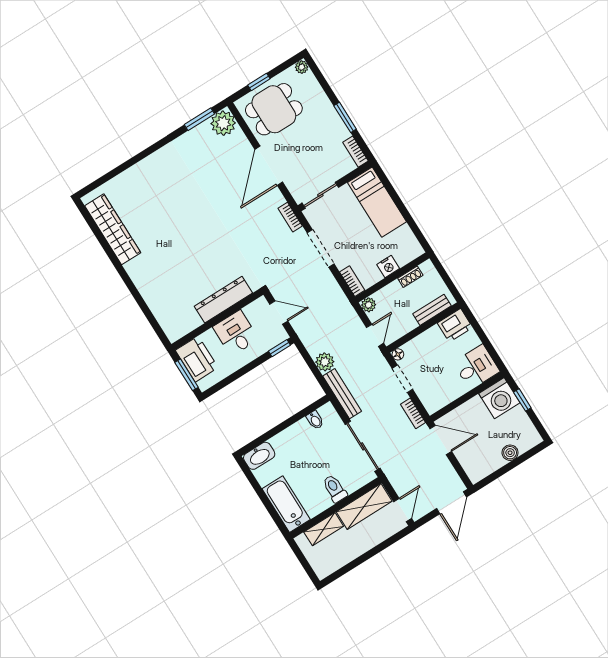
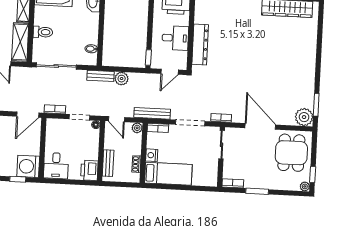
window: (259, 82) -> (313, 175), moved
bed: (377, 202) -> (168, 174), moved, turned 180
bench: (340, 299) -> (152, 113), added
bench: (342, 394) -> (101, 76), width x0.73

